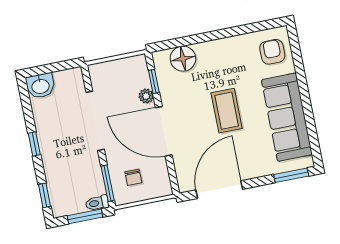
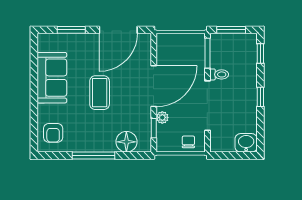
window: (219, 34) -> (93, 156), added
sofa: (287, 117) -> (52, 78), width x0.73
door: (164, 131) -> (154, 86), hinge flipped
window: (291, 175) -> (71, 30), moved
chair: (133, 177) -> (188, 142), moved
toilet: (97, 203) -> (219, 74), moved

